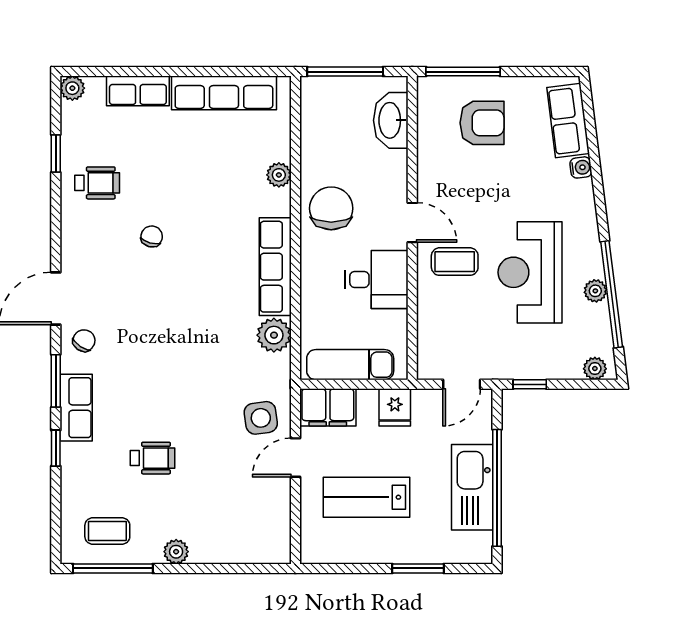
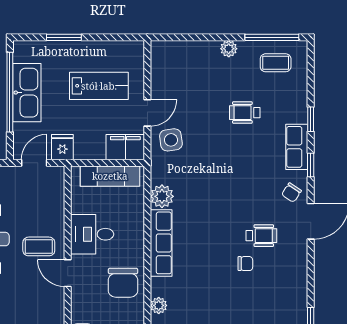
wheelchair: (97, 183) -> (261, 236), moved, turned 180
chair: (152, 236) -> (245, 264), turned -106
window: (56, 381) -> (311, 165), width x0.67
fridge: (395, 407) -> (62, 147), moved

